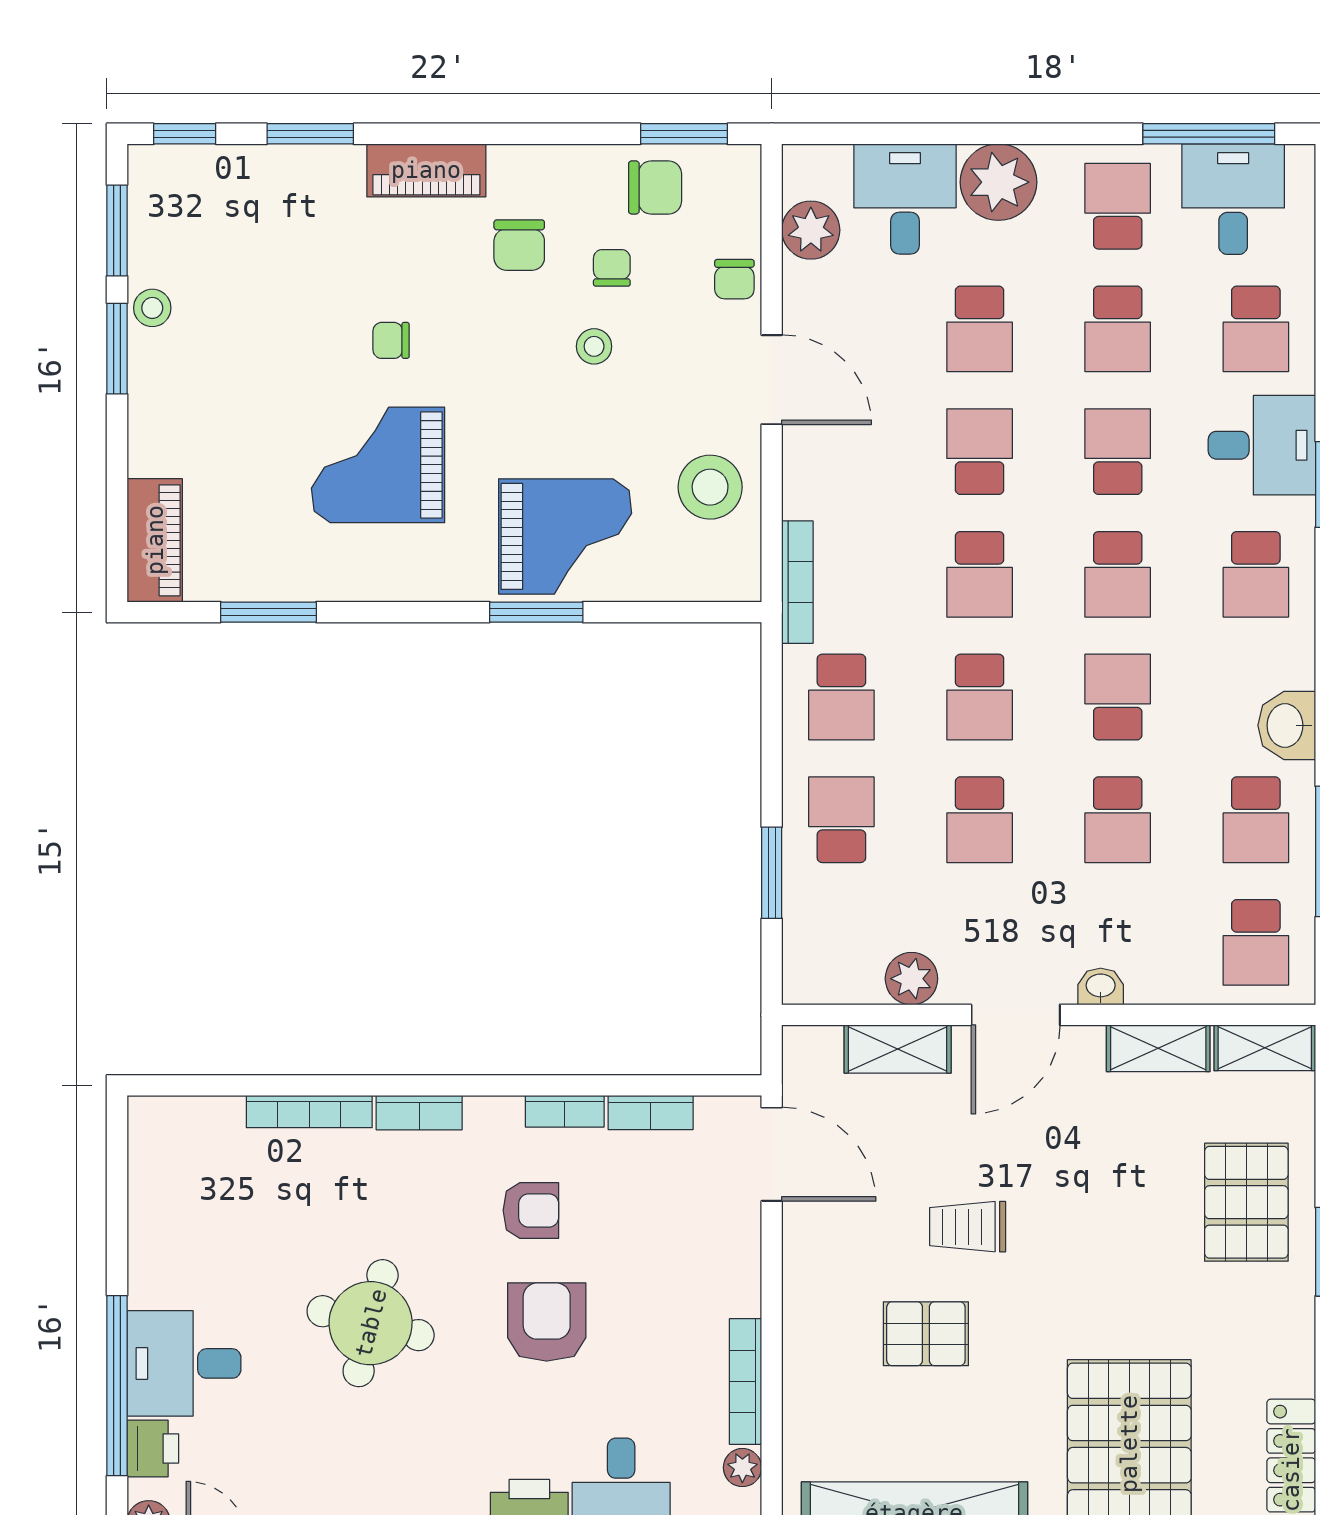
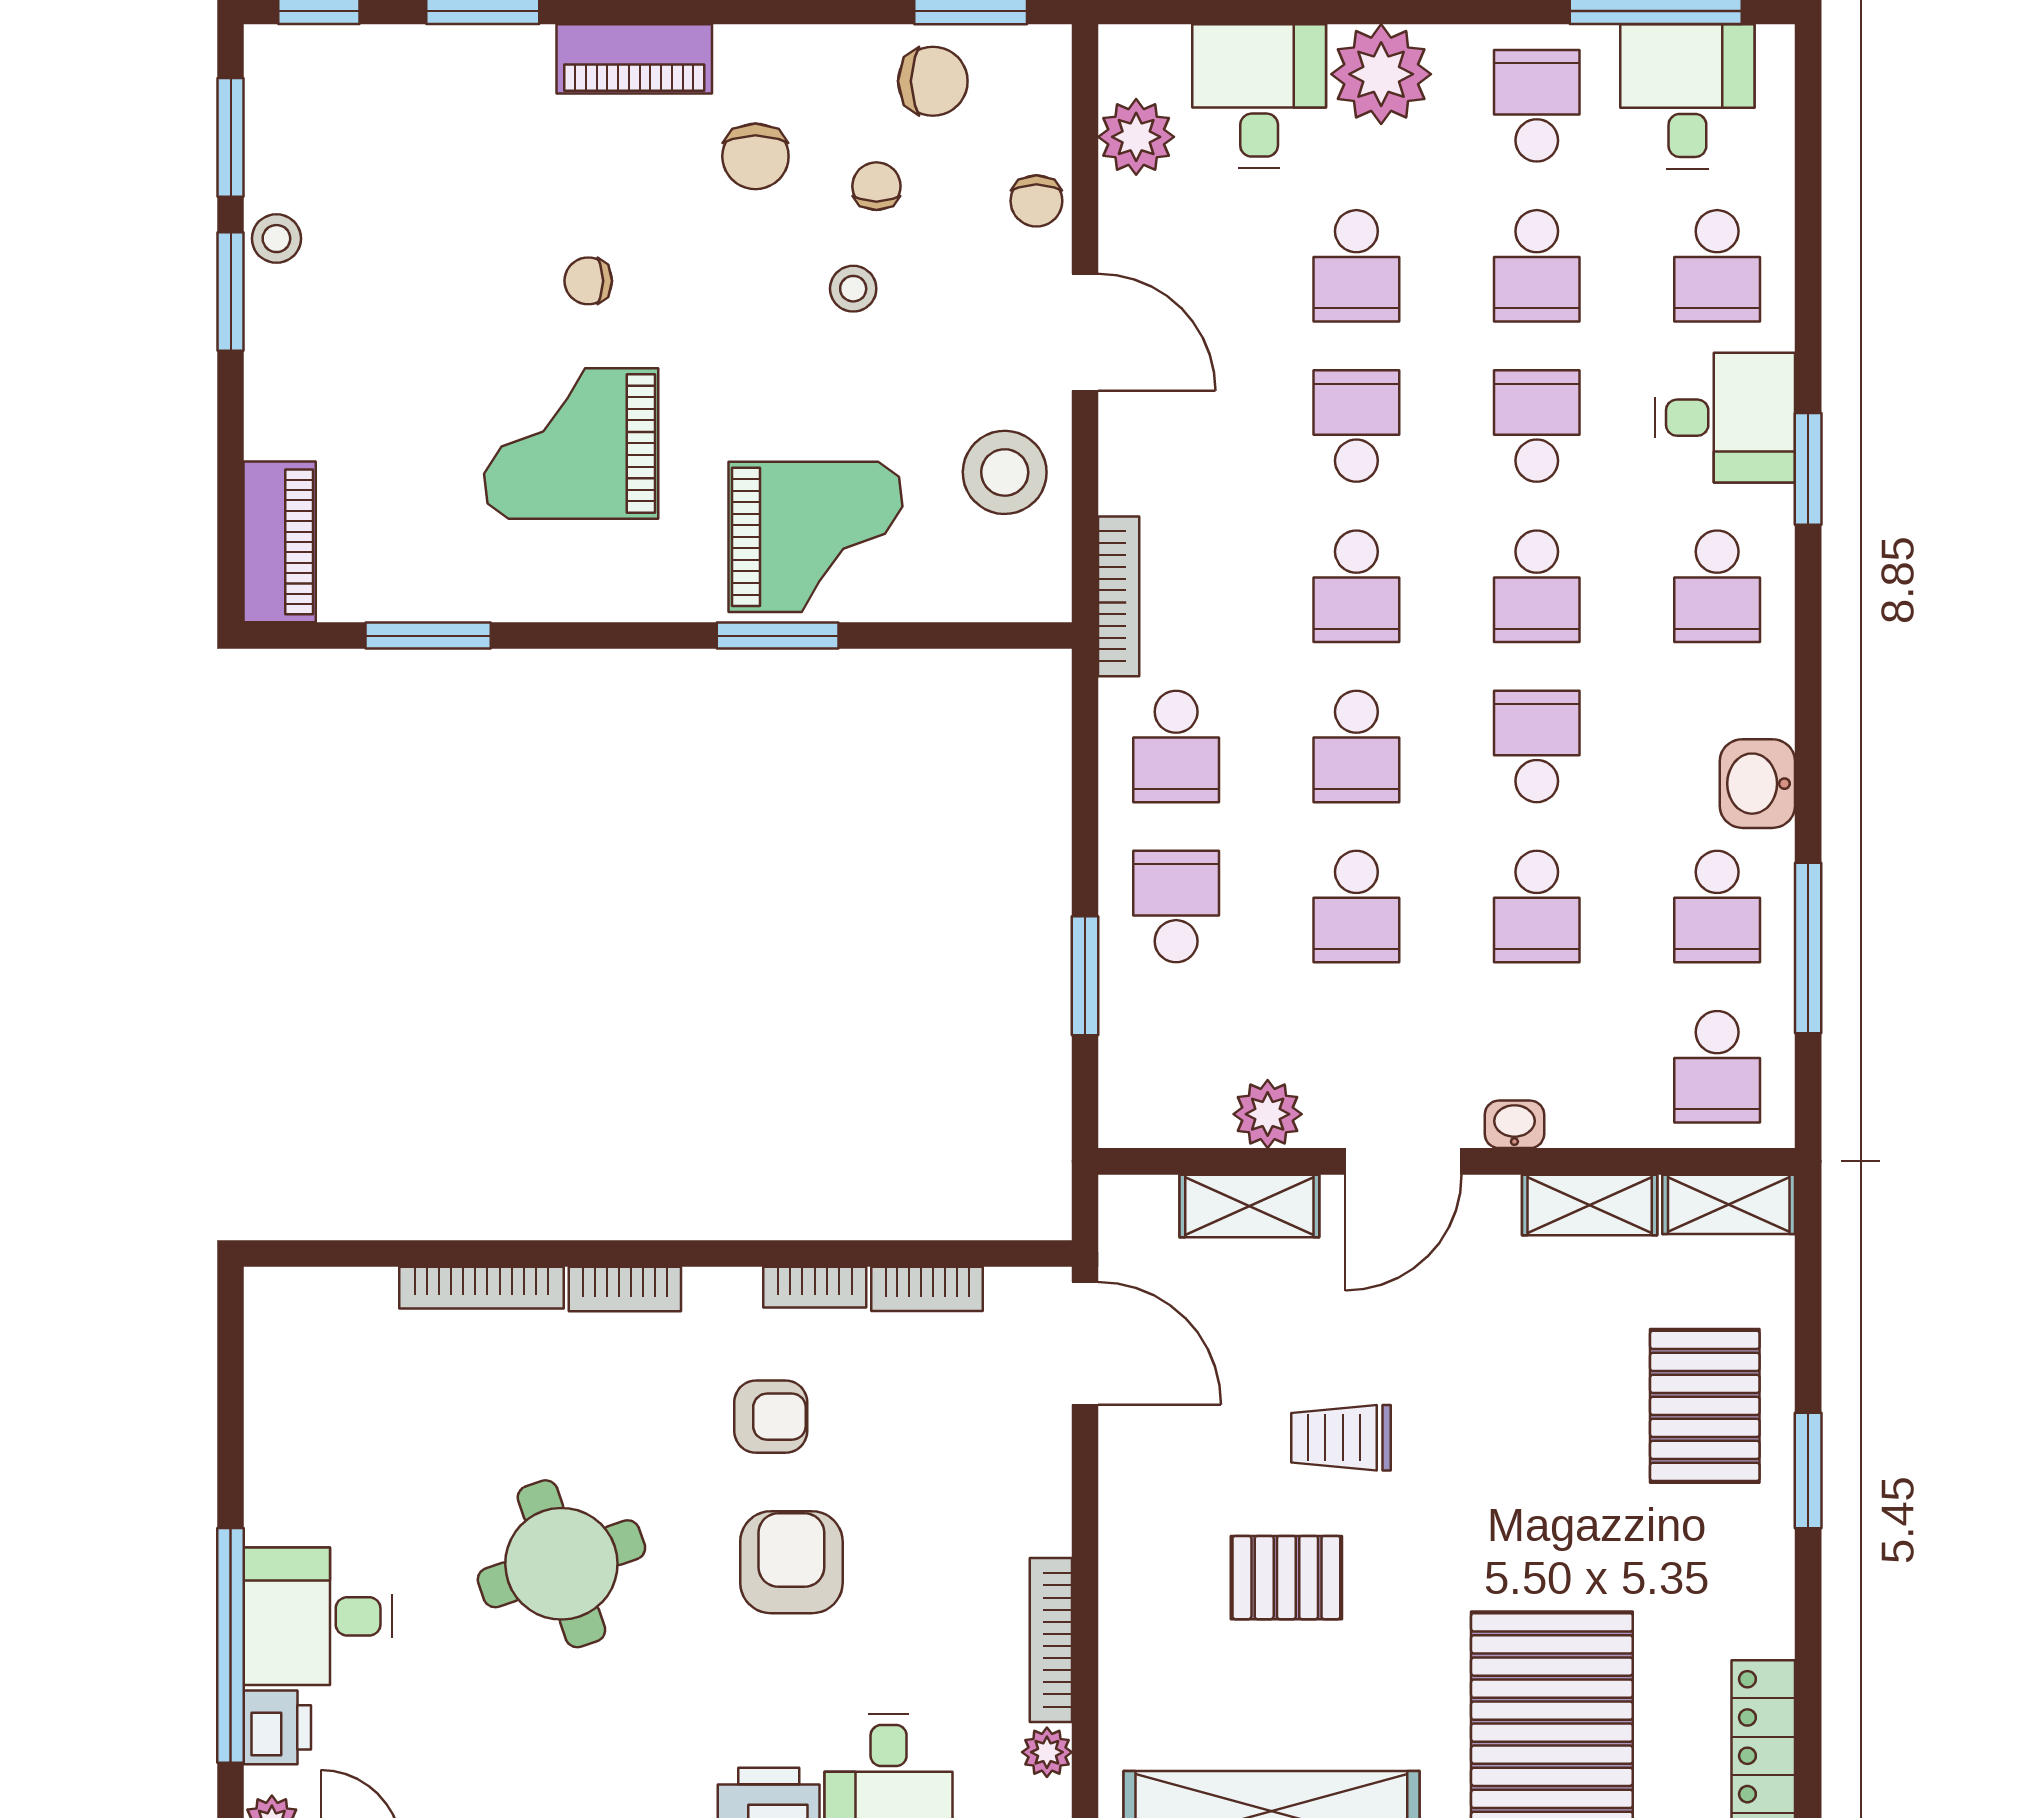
round table: (371, 1323) -> (561, 1564), turned -33

